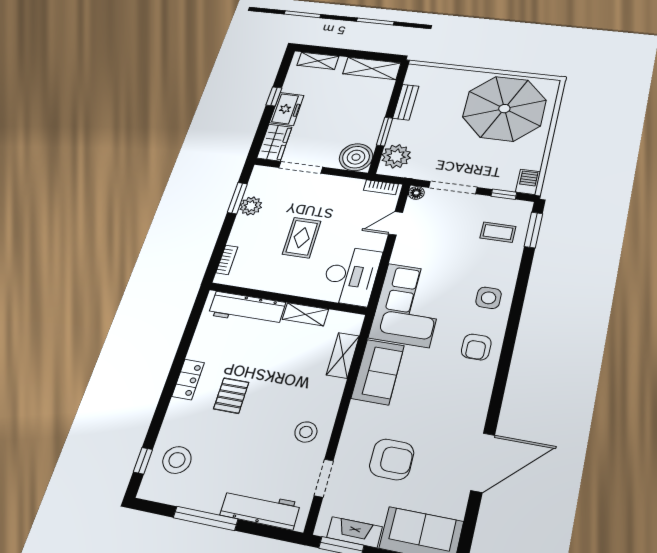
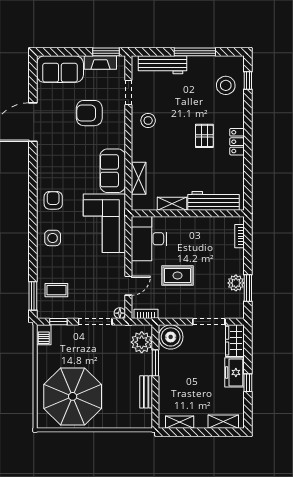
shelving: (372, 68) -> (180, 422), width x0.67, depth x0.75
rug: (302, 238) -> (178, 276), moved, turned 90

